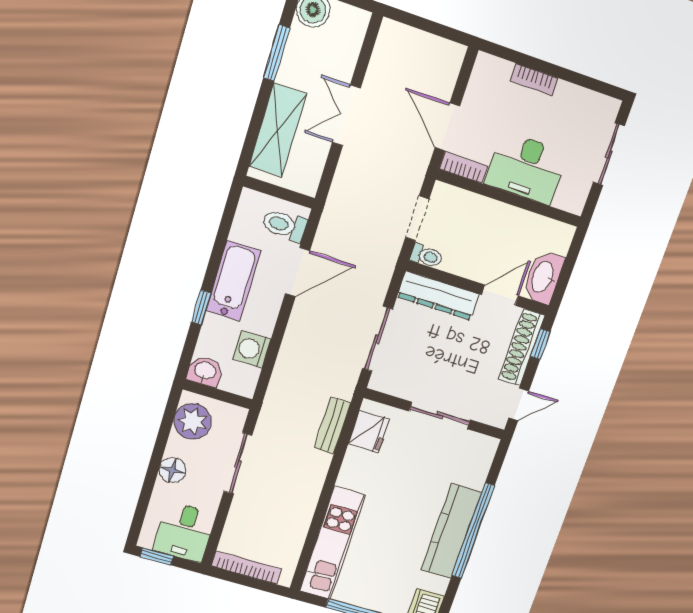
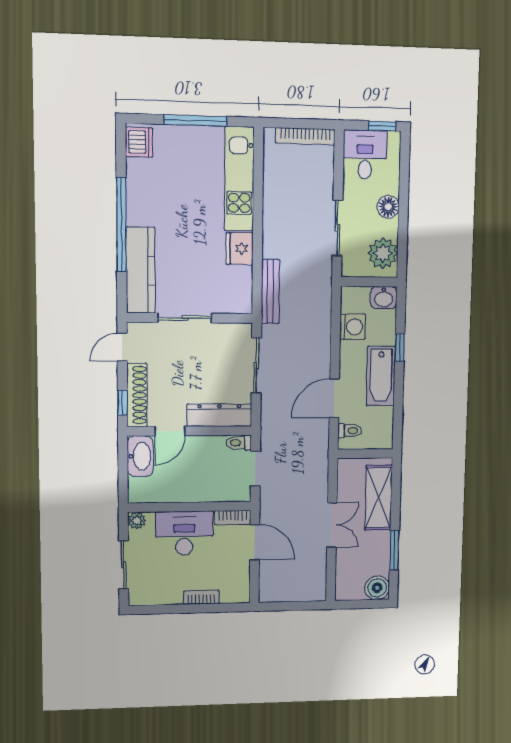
plant: (575, 203) -> (137, 521), added
toilet: (285, 225) -> (350, 431), width x0.73, depth x0.72
bench: (332, 426) -> (270, 292), width x1.36
fridge: (369, 431) -> (239, 249), moved
kitchen counter: (451, 531) -> (141, 270), moved

